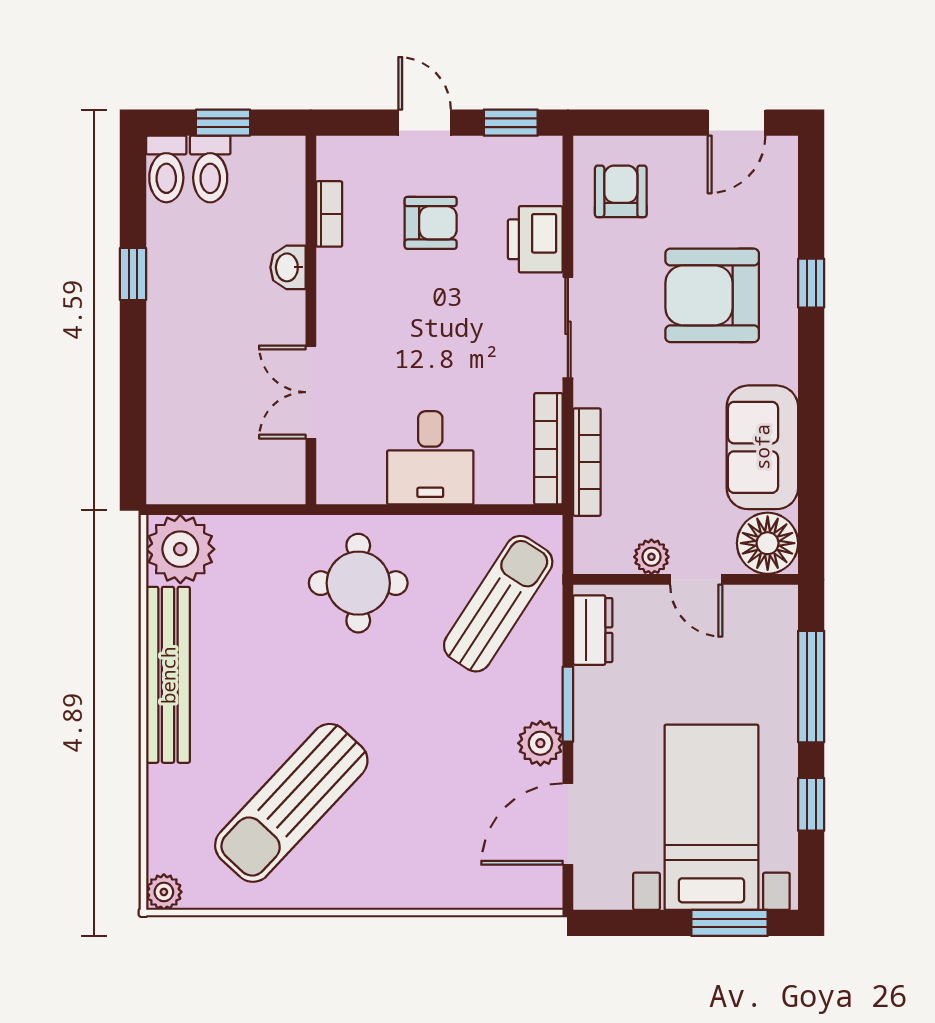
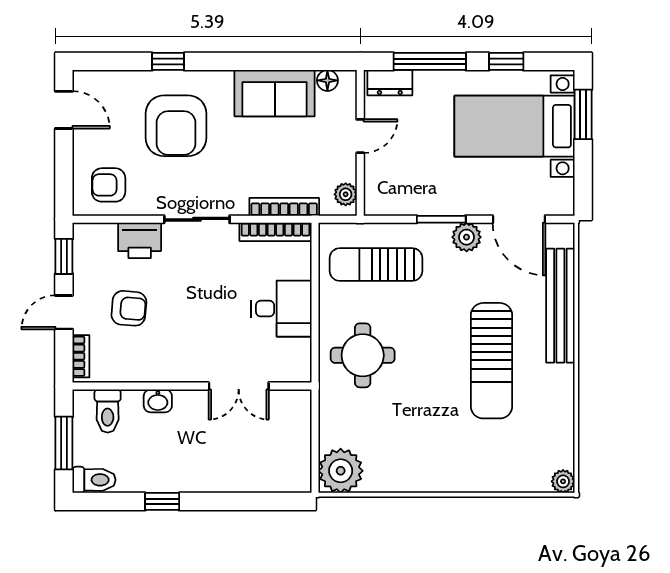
window: (223, 123) -> (64, 443), width x1.50
toilet: (210, 169) -> (108, 411), moved, turned 90
bookcase: (329, 214) -> (81, 356), moved, turned 90
armchair: (431, 223) -> (129, 308), turned 95
floor lamp: (768, 543) -> (327, 80), width x0.53, depth x0.53
plant: (651, 557) -> (346, 194), moved
sun lounger: (498, 604) -> (376, 265), turned -33
dresser: (593, 630) -> (390, 83), moved, turned 180
bench: (168, 675) -> (560, 306), moved, turned 90
sun lounger: (291, 803) -> (491, 361), moved, turned 47

